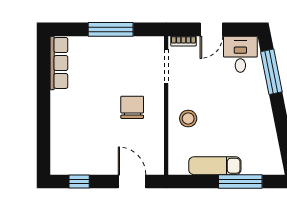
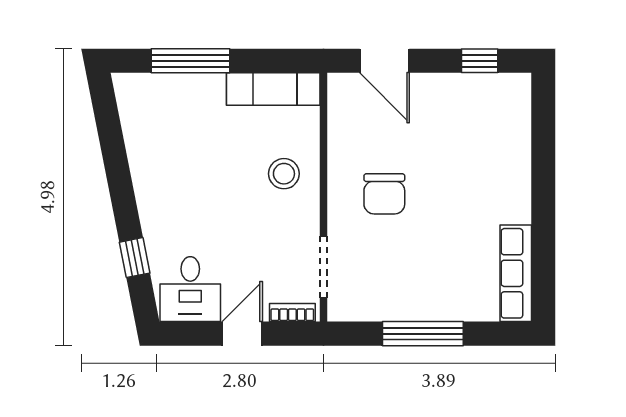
window: (271, 72) -> (135, 258), width x0.46
exam couch: (215, 166) -> (273, 89), moved

